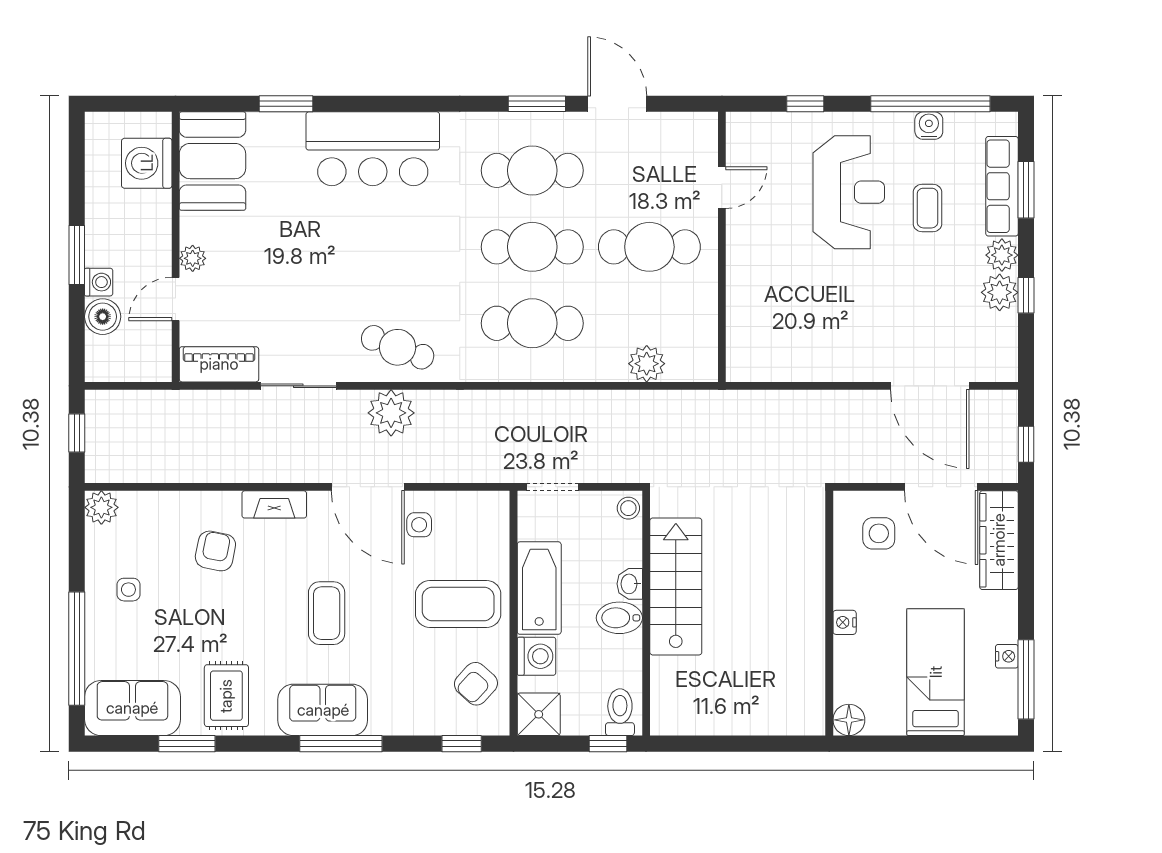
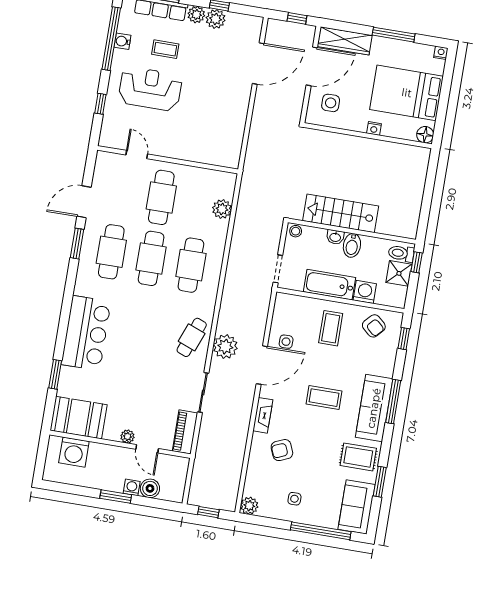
armchair: (215, 551) -> (282, 450), turned -34
coffee table: (458, 604) -> (331, 328), width x0.73, depth x0.76
nightstand: (1007, 656) -> (441, 53), moved
bed: (936, 672) -> (407, 93), width x1.50
window: (1026, 679) -> (394, 35), moved
sofa: (323, 710) -> (374, 408), width x1.36
shower: (539, 714) -> (399, 273), moved

